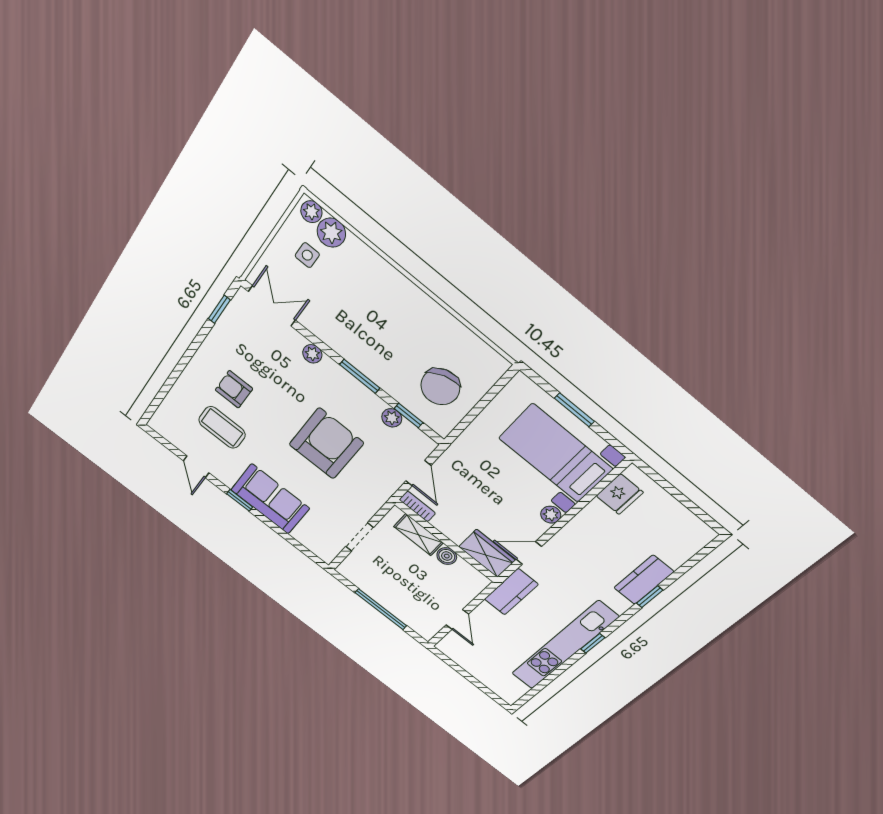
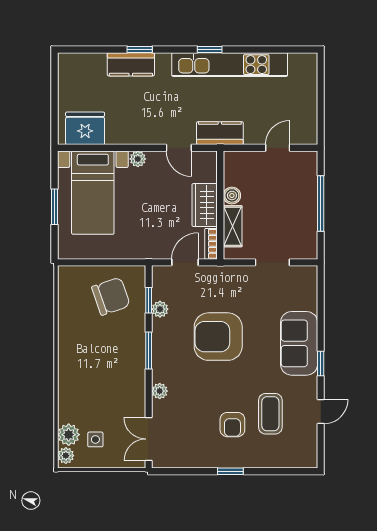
window: (219, 309) -> (230, 471), moved
fridge: (620, 494) -> (85, 128), width x1.36, depth x1.34
wardrobe: (487, 553) -> (205, 205), moved

